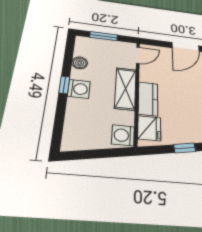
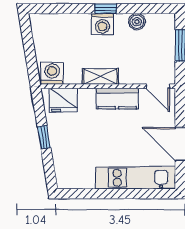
shelving: (126, 89) -> (100, 76), width x0.67, depth x0.75
kitchen counter: (148, 99) -> (117, 99), moved

